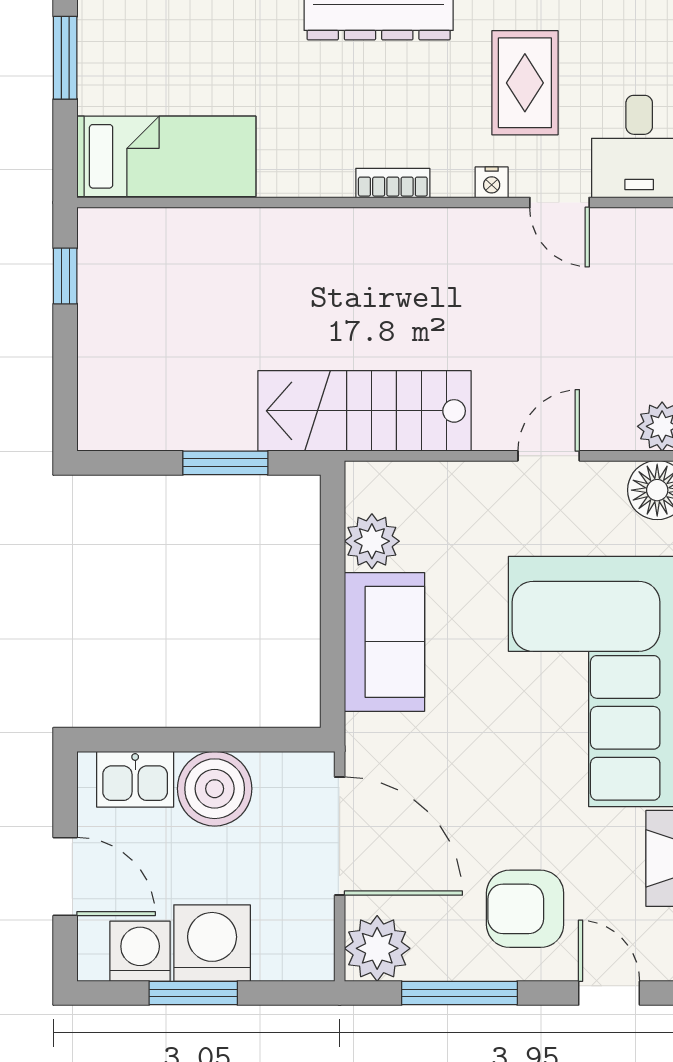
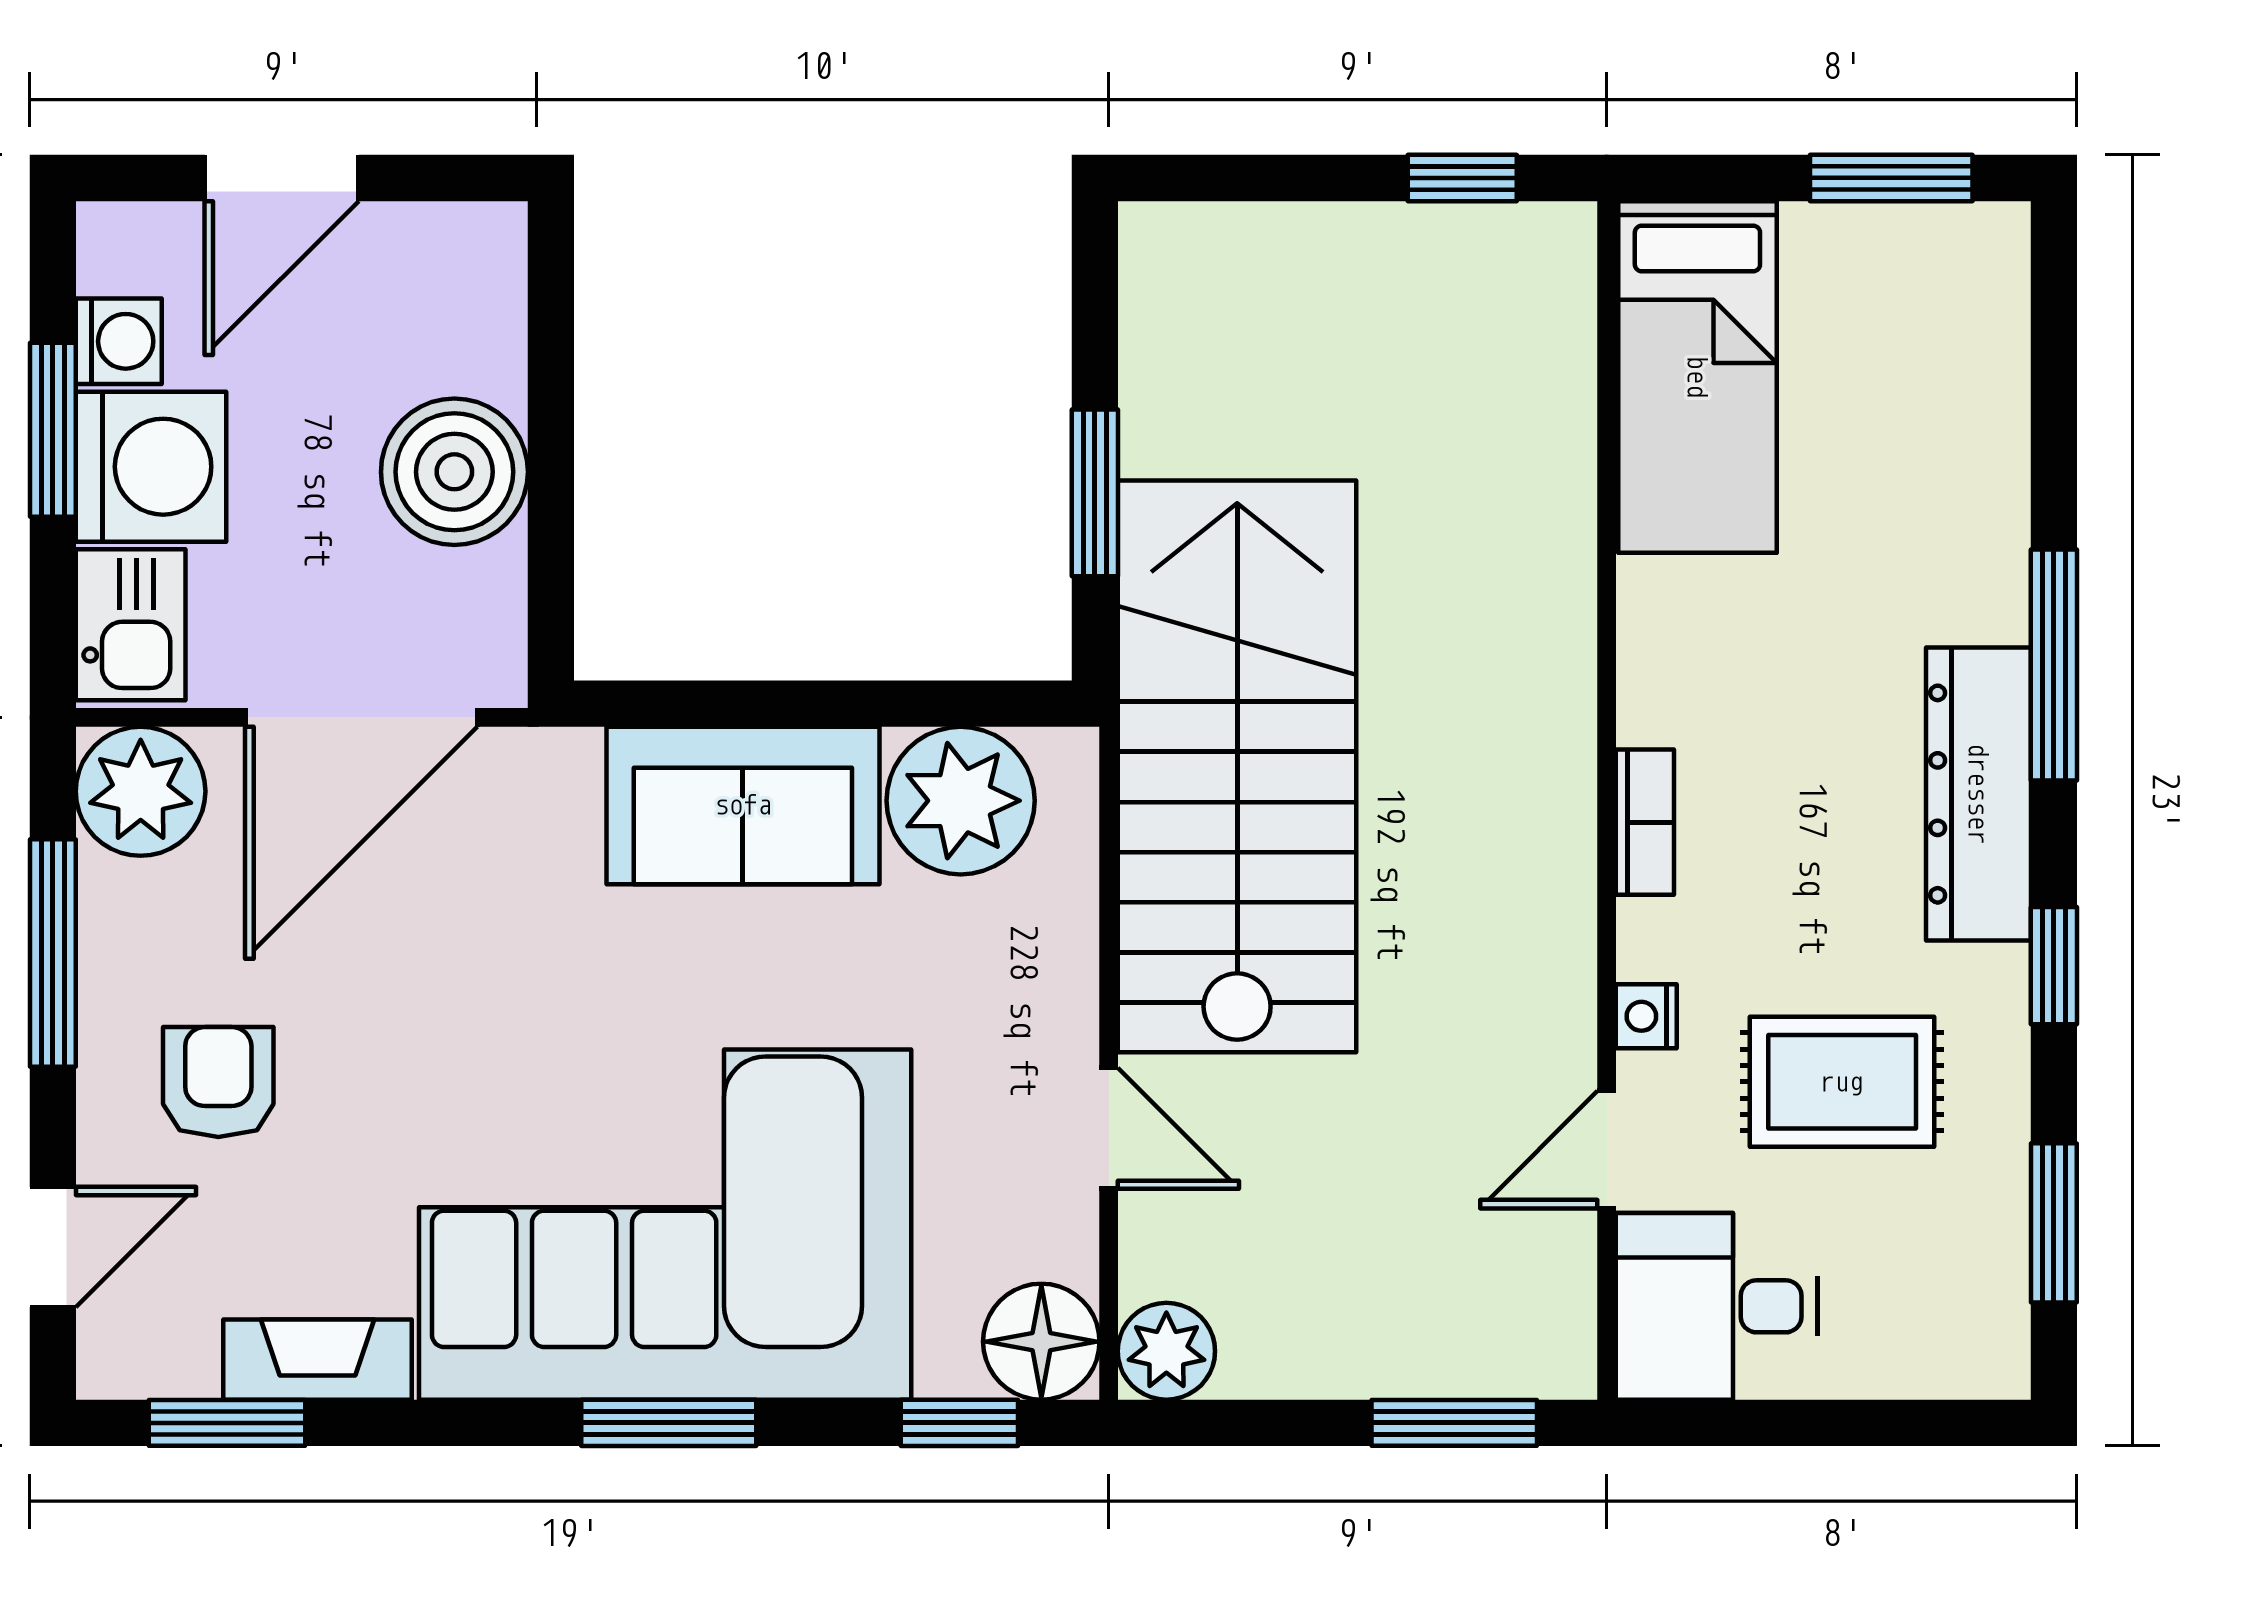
stairs: (364, 411) -> (1237, 766), width x1.36, depth x1.51
plant: (372, 541) -> (961, 801), width x1.36, depth x1.36
kitchen sink: (135, 779) -> (131, 625), moved, turned 180
armchair: (525, 909) -> (218, 1082), width x0.72, depth x0.72
washing machine: (140, 951) -> (119, 341), width x0.73, depth x0.73

